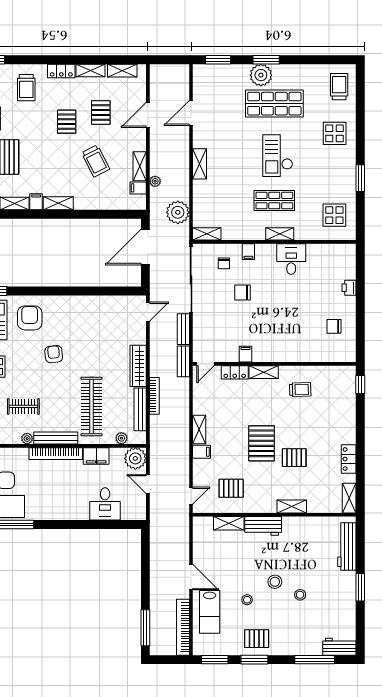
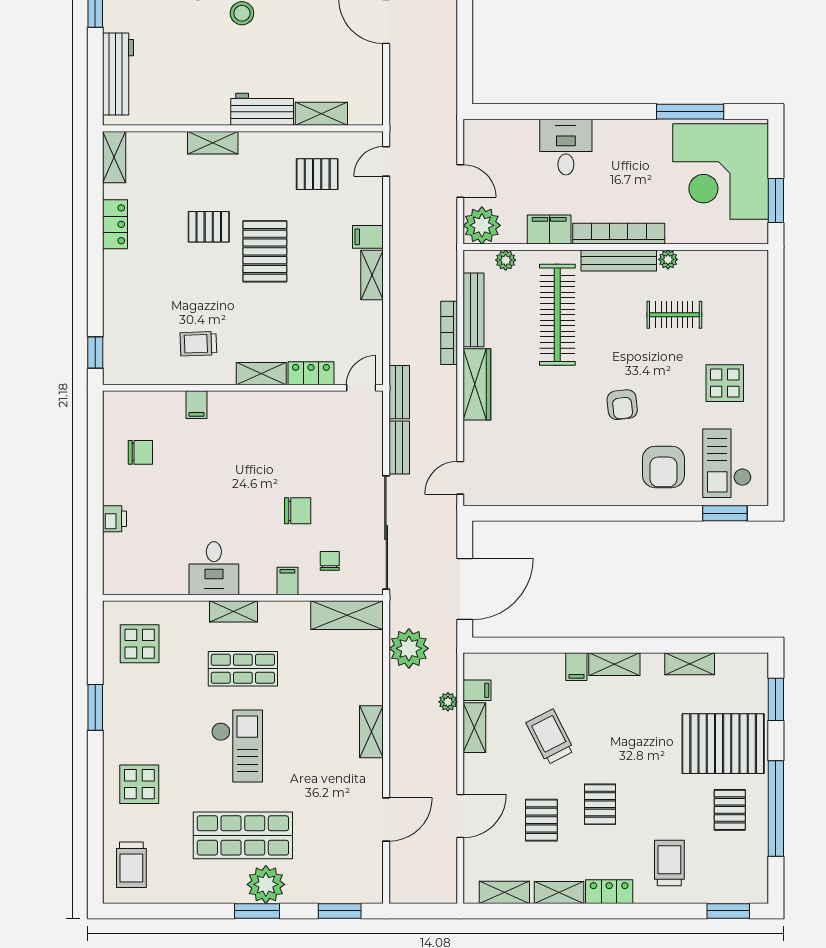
filing cabinet: (36, 202) -> (576, 667), moved
shelving: (207, 234) -> (347, 615), width x1.50, depth x1.33
filing cabinet: (246, 354) -> (196, 405), moved
desk: (105, 504) -> (566, 147), moved

